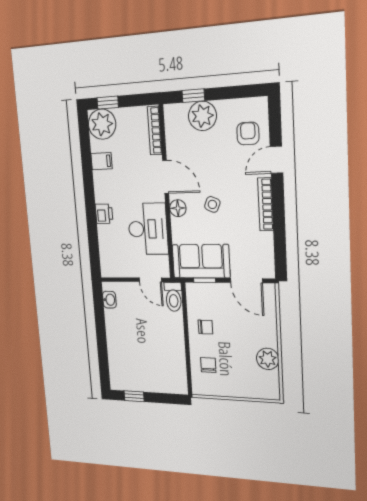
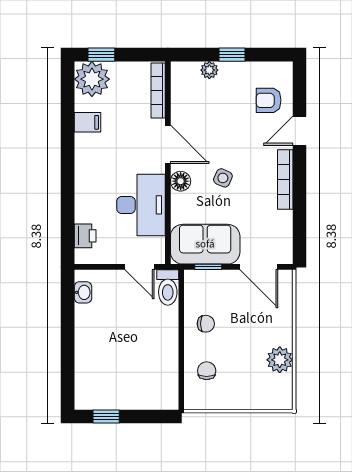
window: (193, 96) -> (232, 55), moved
plant: (202, 116) -> (209, 70), width x0.53, depth x0.53
armchair: (248, 134) -> (269, 100), turned -90
printer: (104, 214) -> (85, 236), moved

